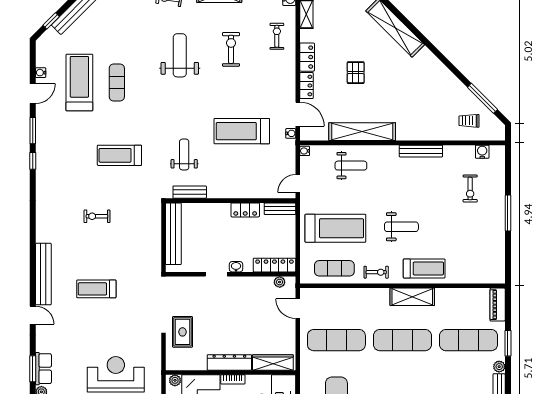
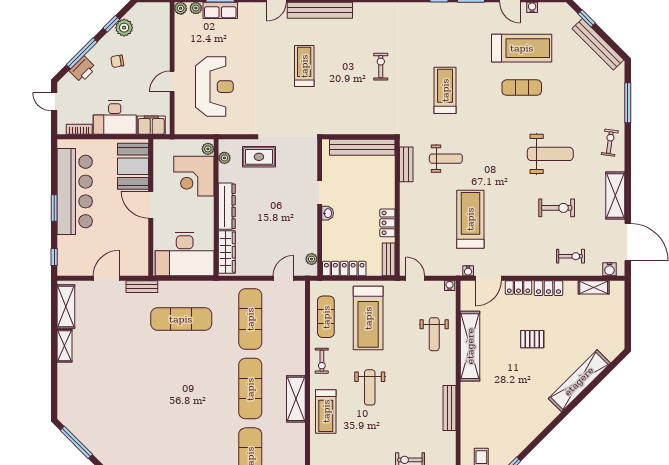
locker: (274, 265) -> (344, 269), moved, turned -90
plant: (184, 365) -> (224, 158), added
bookcase: (233, 379) -> (209, 210), removed

